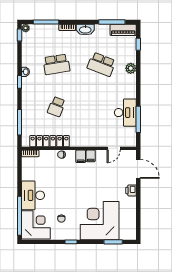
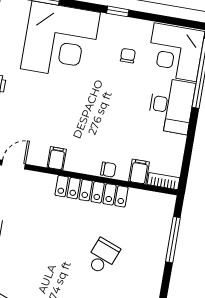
locker: (50, 141) -> (92, 191), moved
filing cabinet: (81, 156) -> (139, 172), moved

